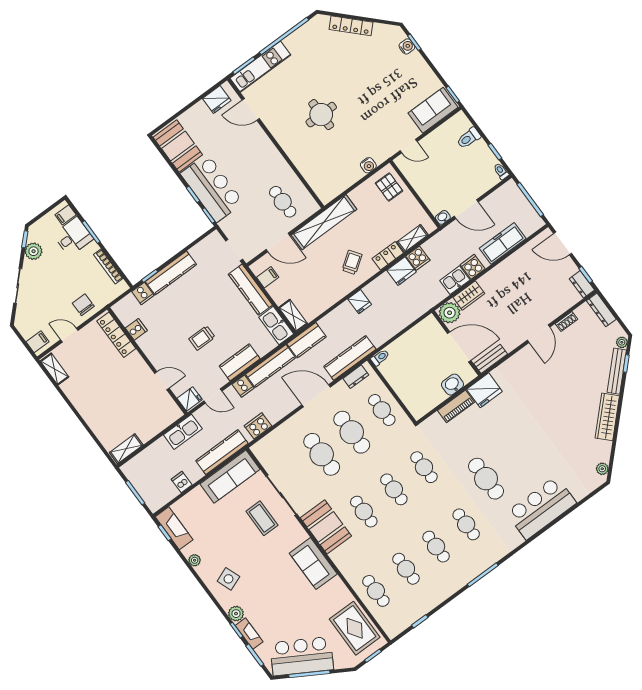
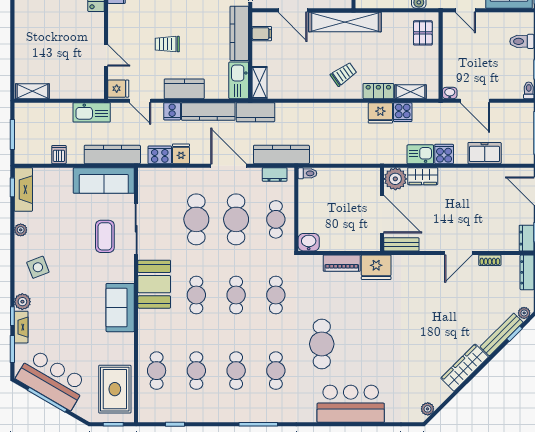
freezer: (503, 243) -> (485, 153), width x0.71
fridge: (360, 302) -> (181, 154), moved, turned 180
washbasin: (452, 385) -> (309, 242), moved

